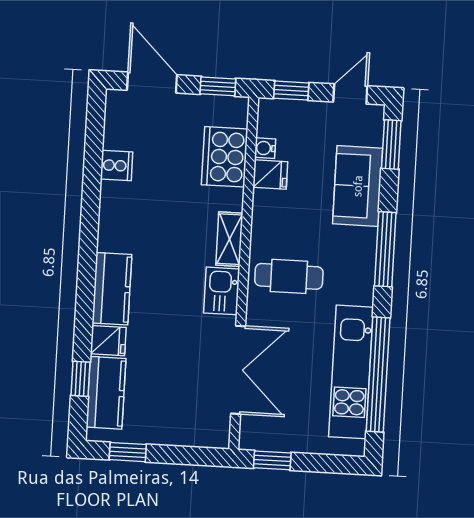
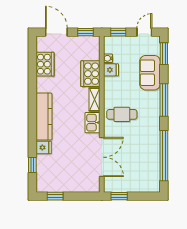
cooker: (225, 157) -> (90, 74), moved
cooker: (117, 166) -> (45, 64), width x1.87, depth x1.31
kitchen counter: (112, 289) -> (44, 117), width x1.50
kitchen unit: (351, 372) -> (152, 155), removed
kitchen counter: (106, 393) -> (44, 171), removed

